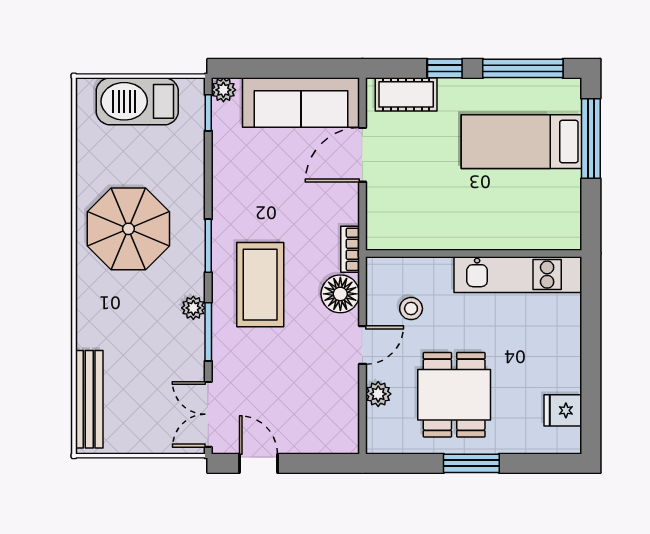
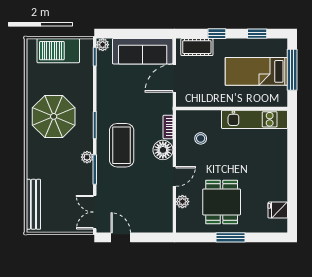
window: (523, 68) -> (257, 34), width x0.46
wall: (474, 254) -> (232, 108), moved
kitchen unit: (518, 275) -> (254, 119), moved
stool: (411, 309) -> (201, 138), moved

